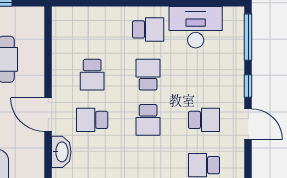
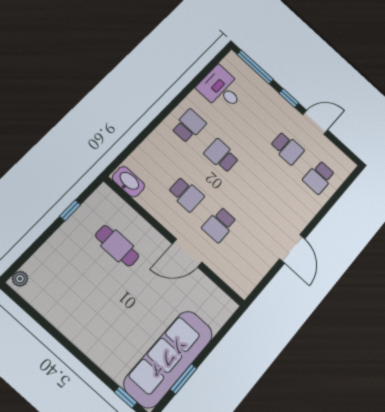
desk: (196, 27) -> (221, 89), width x0.73
school desk: (148, 120) -> (254, 186), removed
school desk: (204, 120) -> (287, 148), turned 90
washbasin: (61, 152) -> (128, 182), moved

